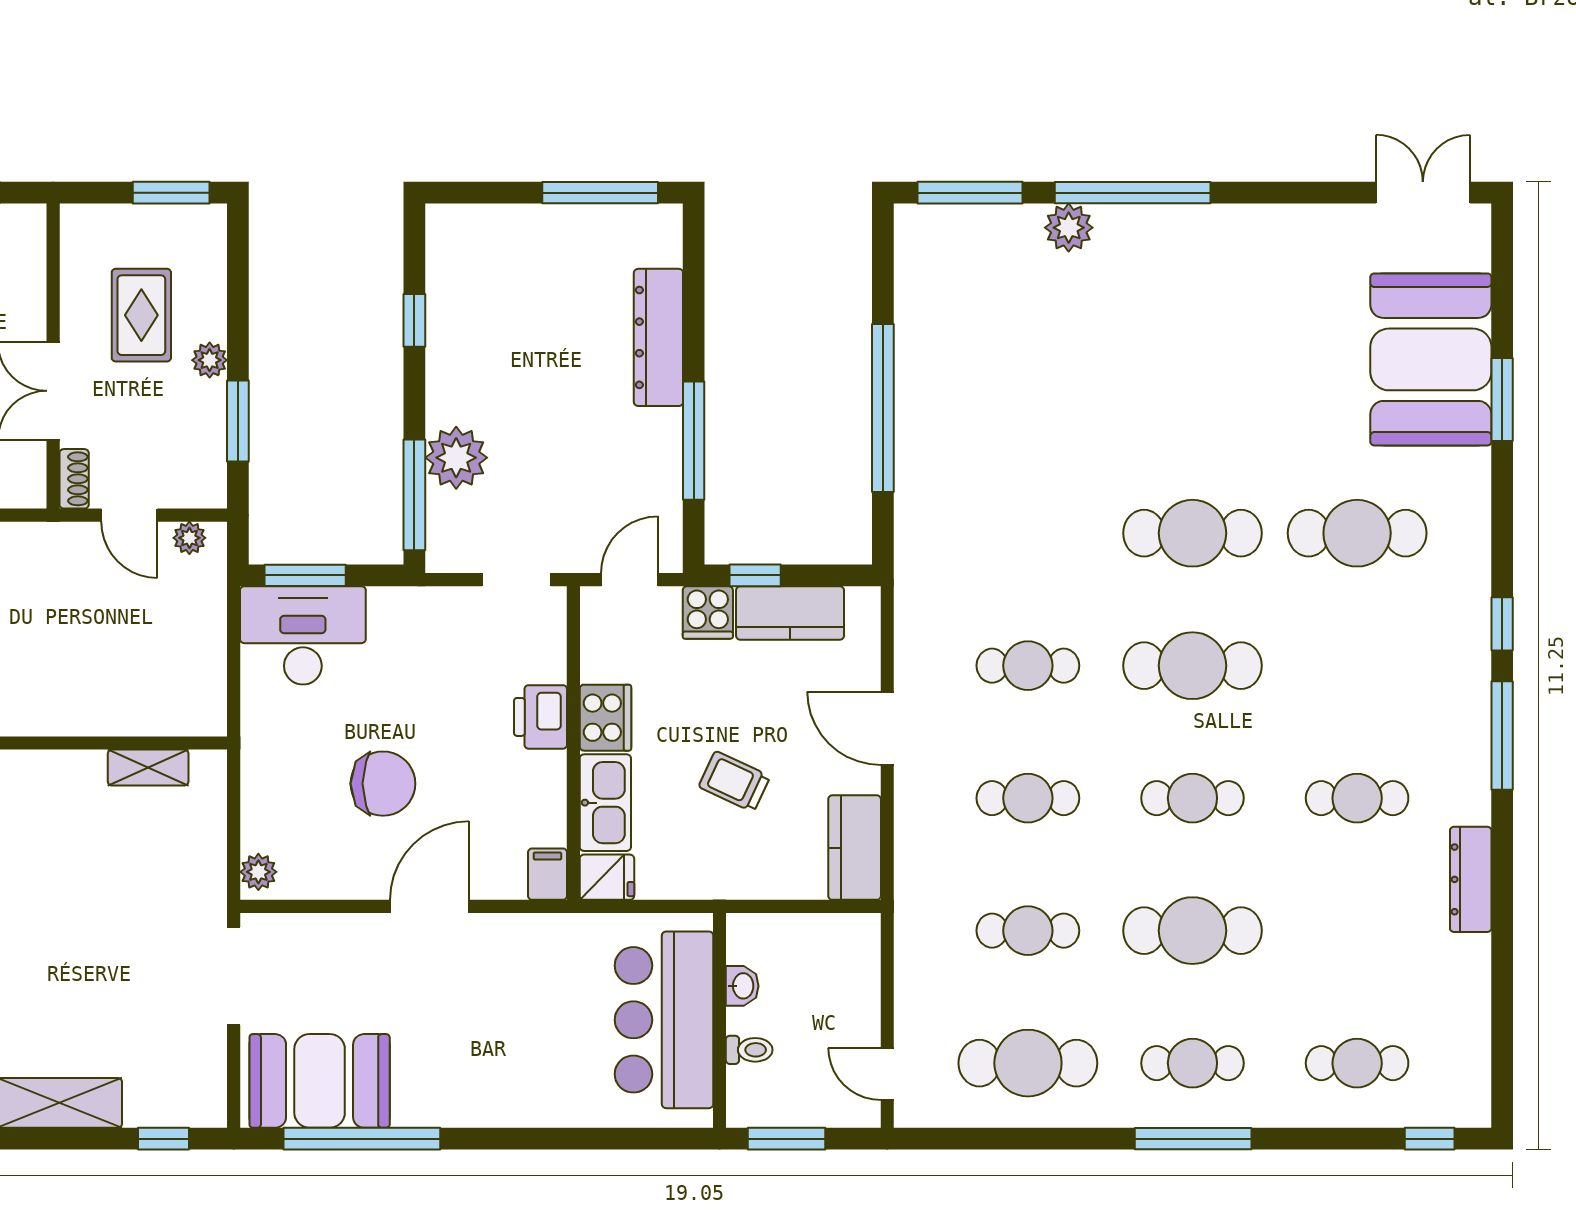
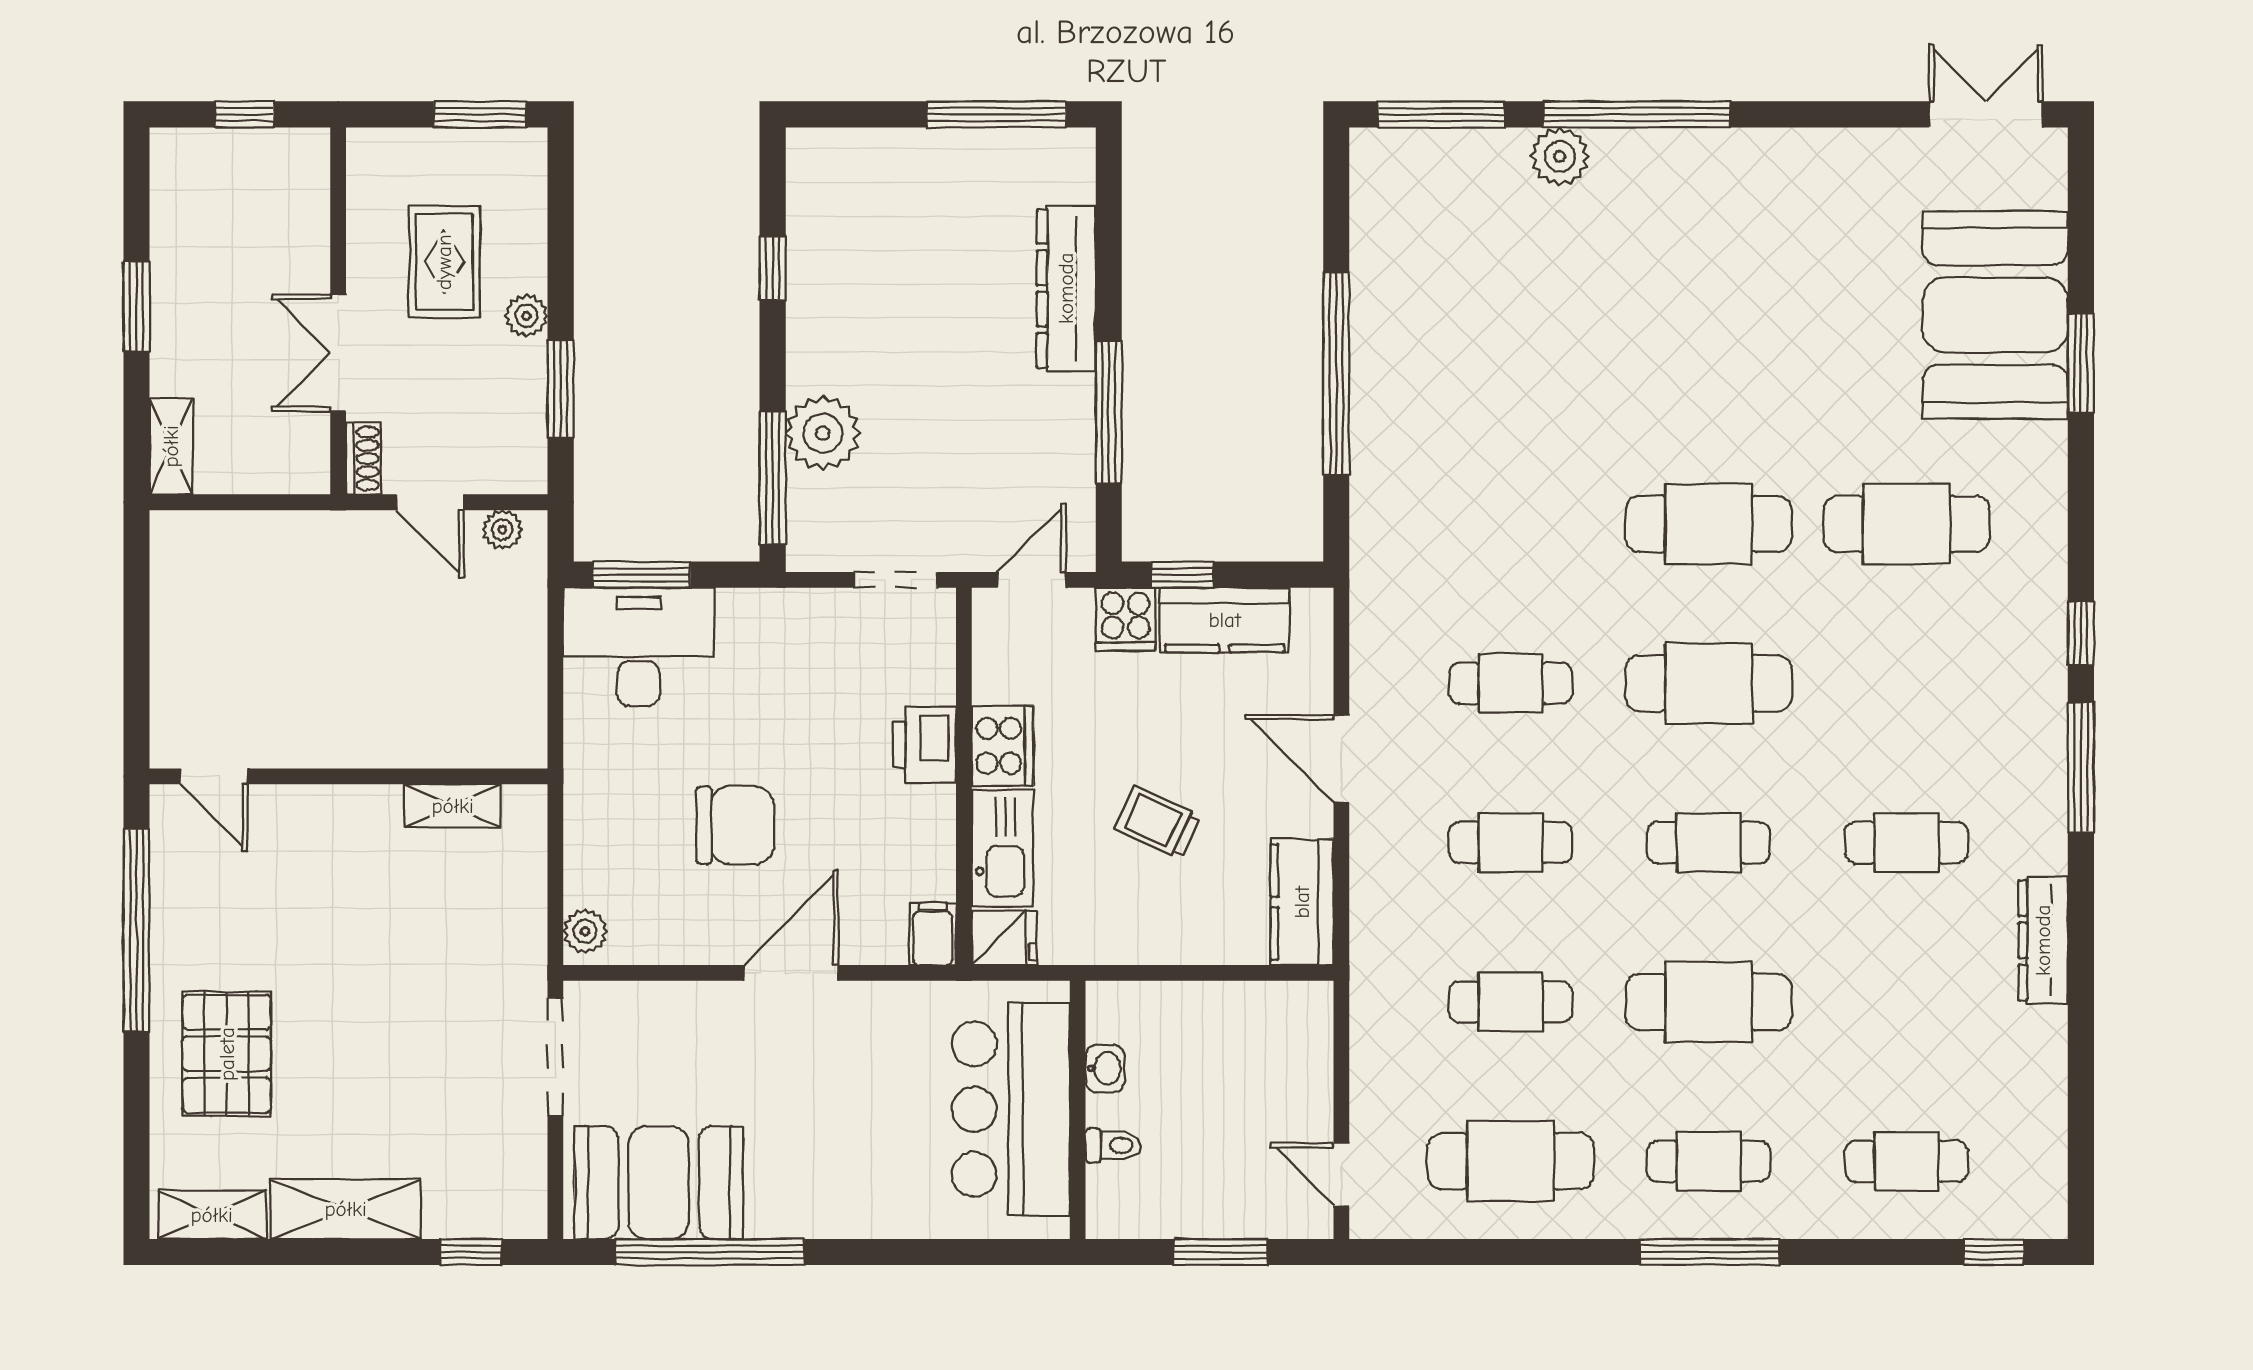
washbasin: (742, 986) -> (1105, 1068), moved
bar counter: (664, 1020) -> (1011, 1109), moved
wall: (720, 1020) -> (1078, 1110), moved
toilet: (749, 1050) -> (1113, 1145), moved

